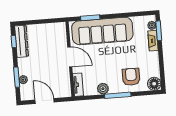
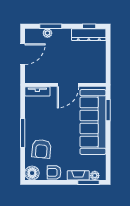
armchair: (152, 63) -> (54, 172), added
armchair: (131, 77) -> (41, 149), turned 95
plant: (103, 89) -> (31, 118), removed

